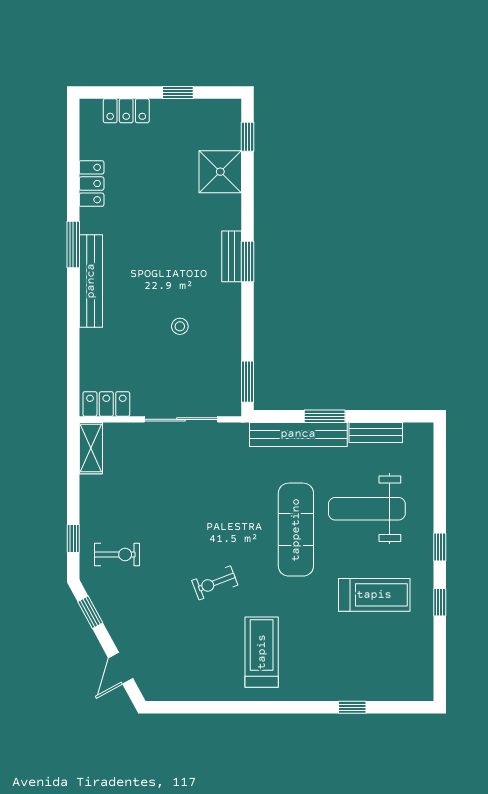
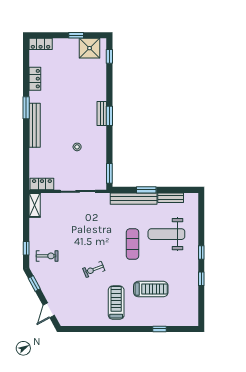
locker: (126, 111) -> (41, 44), moved
shower: (220, 172) -> (90, 48), moved
exercise mat: (296, 530) -> (133, 244), width x0.73, depth x0.69
treadmill: (374, 595) -> (151, 289), moved

